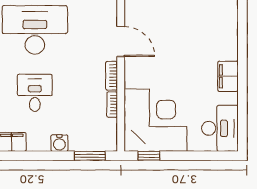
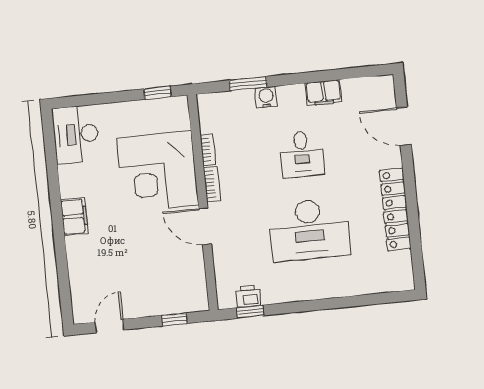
filing cabinet: (228, 76) -> (75, 217), moved
corner desk: (155, 120) -> (158, 171), moved
window: (90, 156) -> (248, 84), moved

